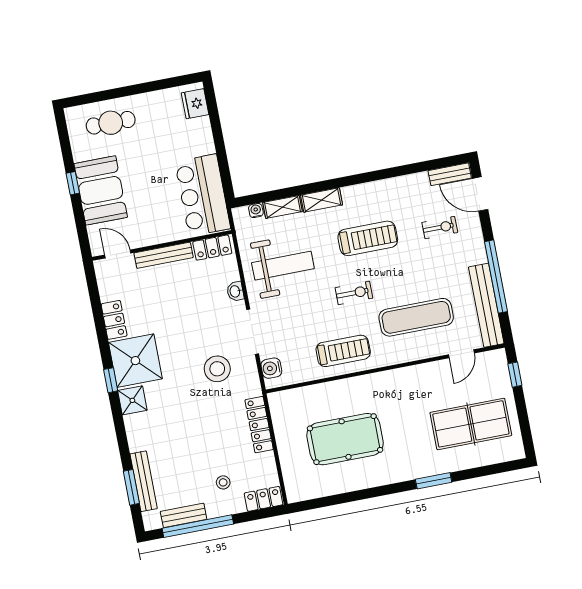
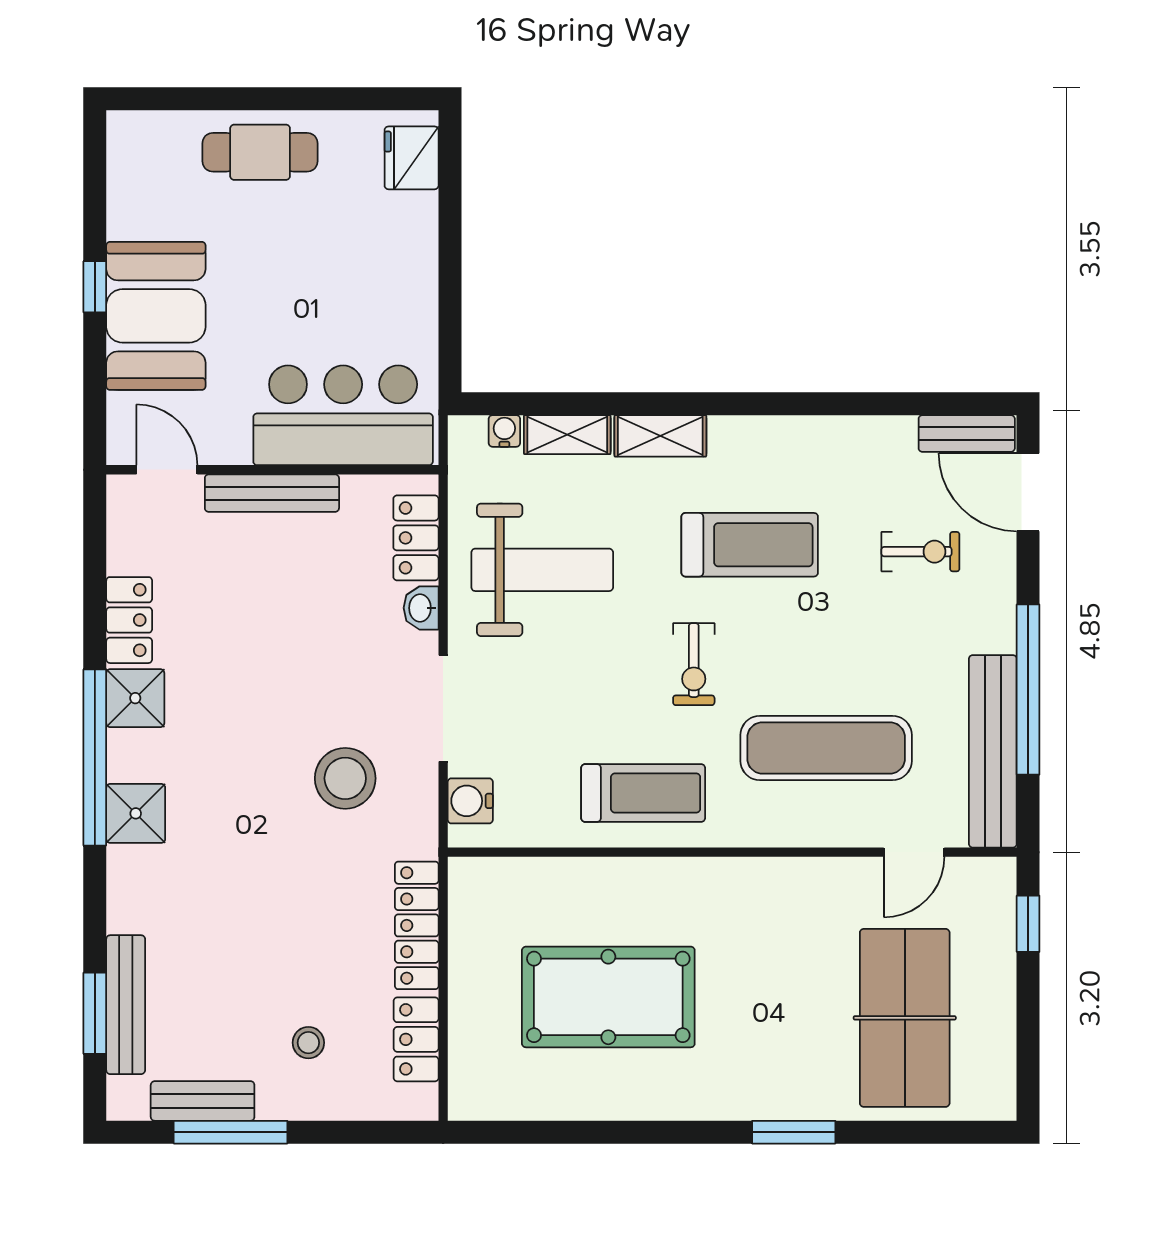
cafe table: (111, 123) -> (260, 152), moved
bar counter: (203, 195) -> (343, 415), moved, turned 90
locker: (212, 248) -> (416, 538), moved, turned 90
exercise bike: (354, 293) -> (694, 664), turned 90
shower: (135, 361) -> (135, 698), width x0.54, depth x0.54
window: (111, 380) -> (95, 757), width x3.17
table tennis table: (471, 424) -> (905, 1018), turned 90
locker: (264, 499) -> (416, 1039), moved, turned -90
window: (198, 526) -> (231, 1132), width x0.68

